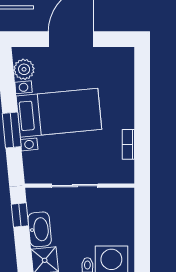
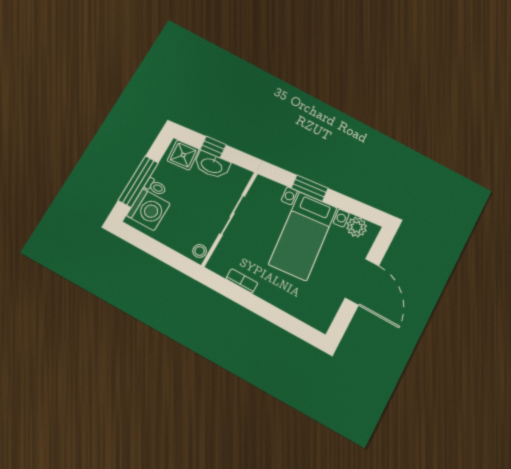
stool: (123, 196) -> (200, 251), added
window: (20, 215) -> (213, 147), moved

